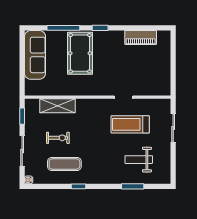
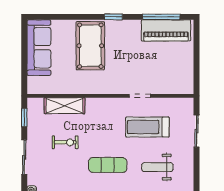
window: (63, 28) -> (161, 17), moved
piano: (141, 37) -> (166, 30), width x1.37, depth x1.33
exercise mat: (64, 164) -> (108, 165), moved

